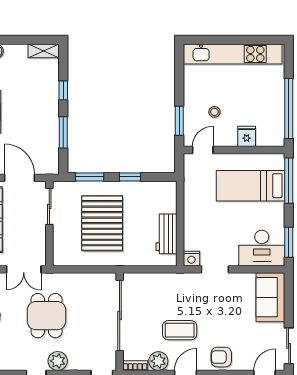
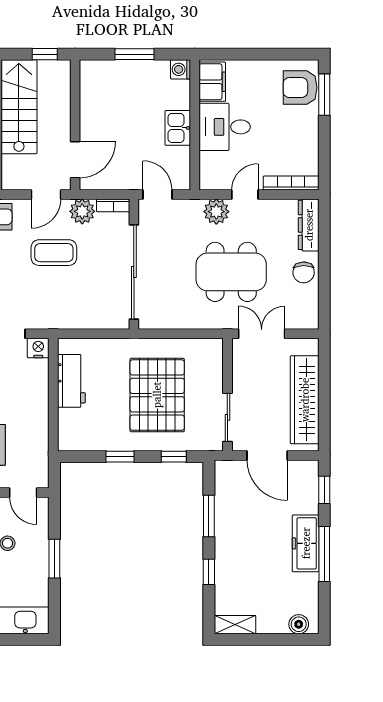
window: (179, 121) -> (54, 559), moved
door: (203, 150) -> (23, 493), hinge flipped
window: (90, 177) -> (174, 457), width x0.67
dining table: (47, 316) -> (231, 272), width x1.38

